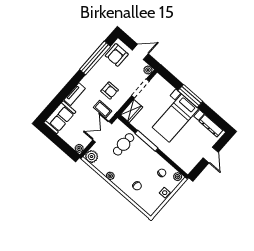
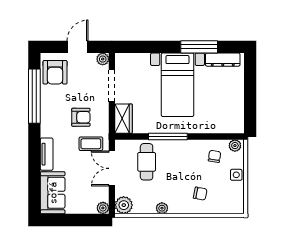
window: (190, 96) -> (199, 47), moved
door: (211, 155) -> (250, 91), removed

